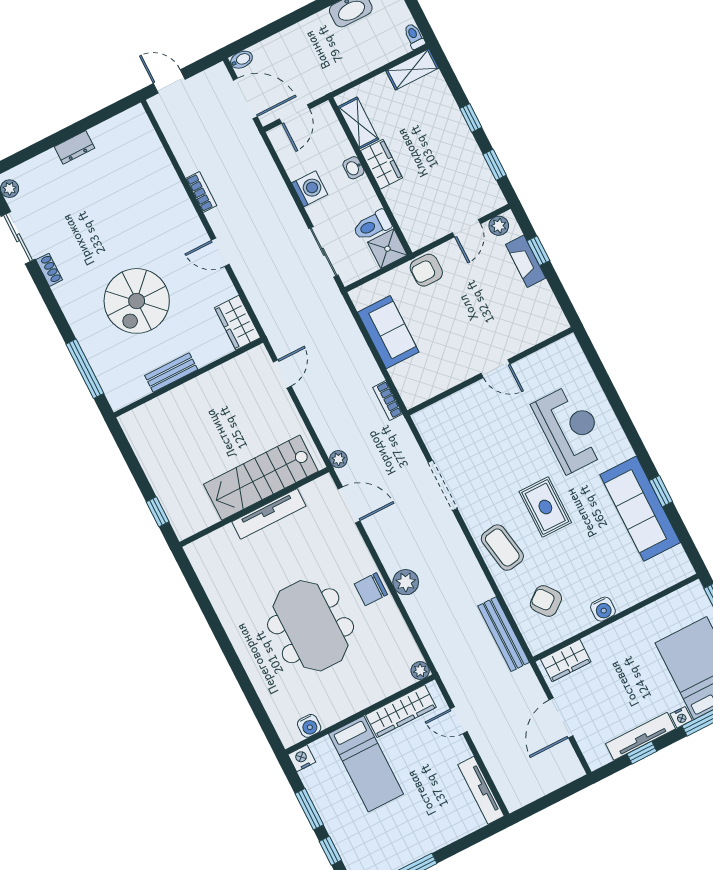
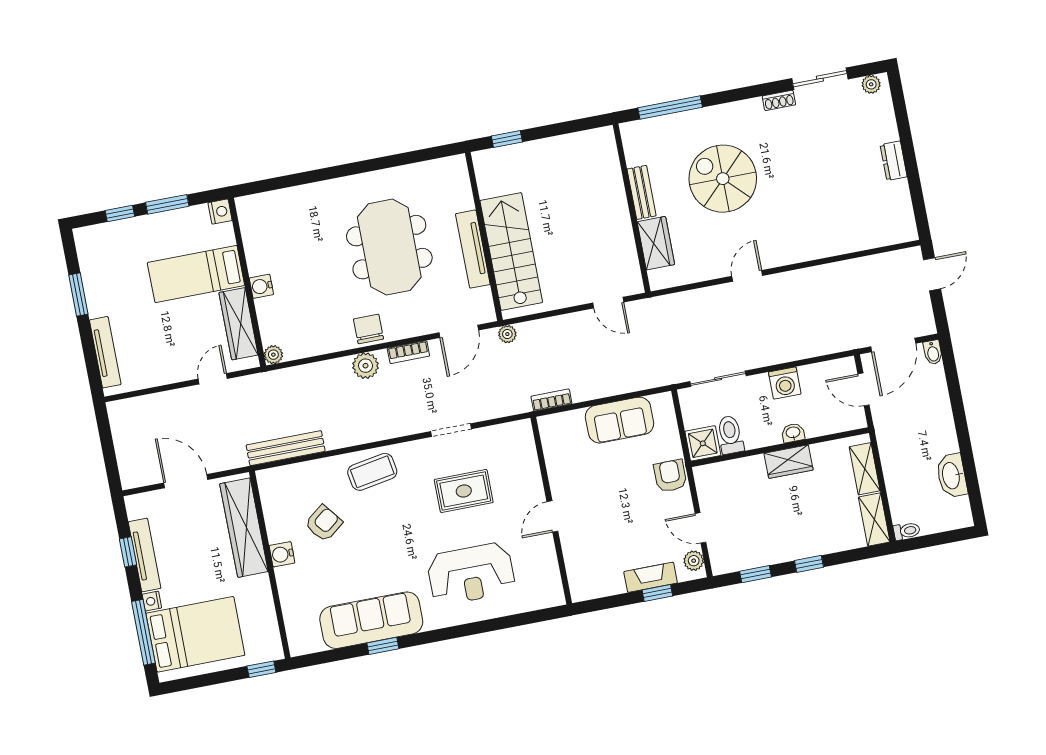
shelving: (358, 123) -> (865, 469), moved, turned 90
bookcase: (201, 192) -> (408, 352), moved
wardrobe: (237, 323) -> (656, 243), moved, turned 90
doorway: (443, 485) -> (451, 430), width x0.73
rug: (545, 507) -> (464, 491), moved
armchair: (546, 601) -> (324, 523), moved
meeting table: (311, 626) -> (389, 247), moved, turned 90
wardrobe: (566, 661) -> (244, 528), width x2.10, depth x1.17
water cooler: (309, 726) -> (261, 286), moved
tv unit: (481, 790) -> (105, 352), moved, turned 90

